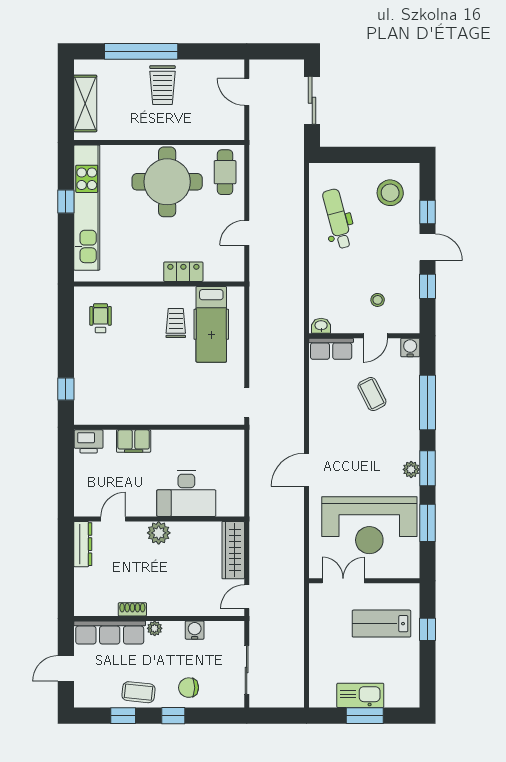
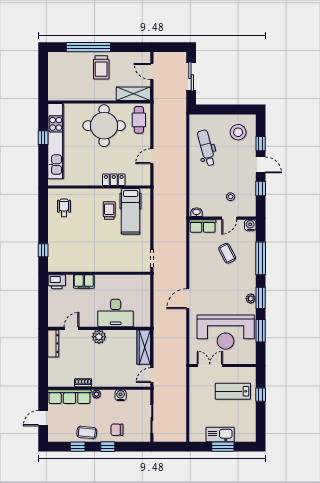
shelving: (85, 103) -> (133, 94), moved, turned 90

